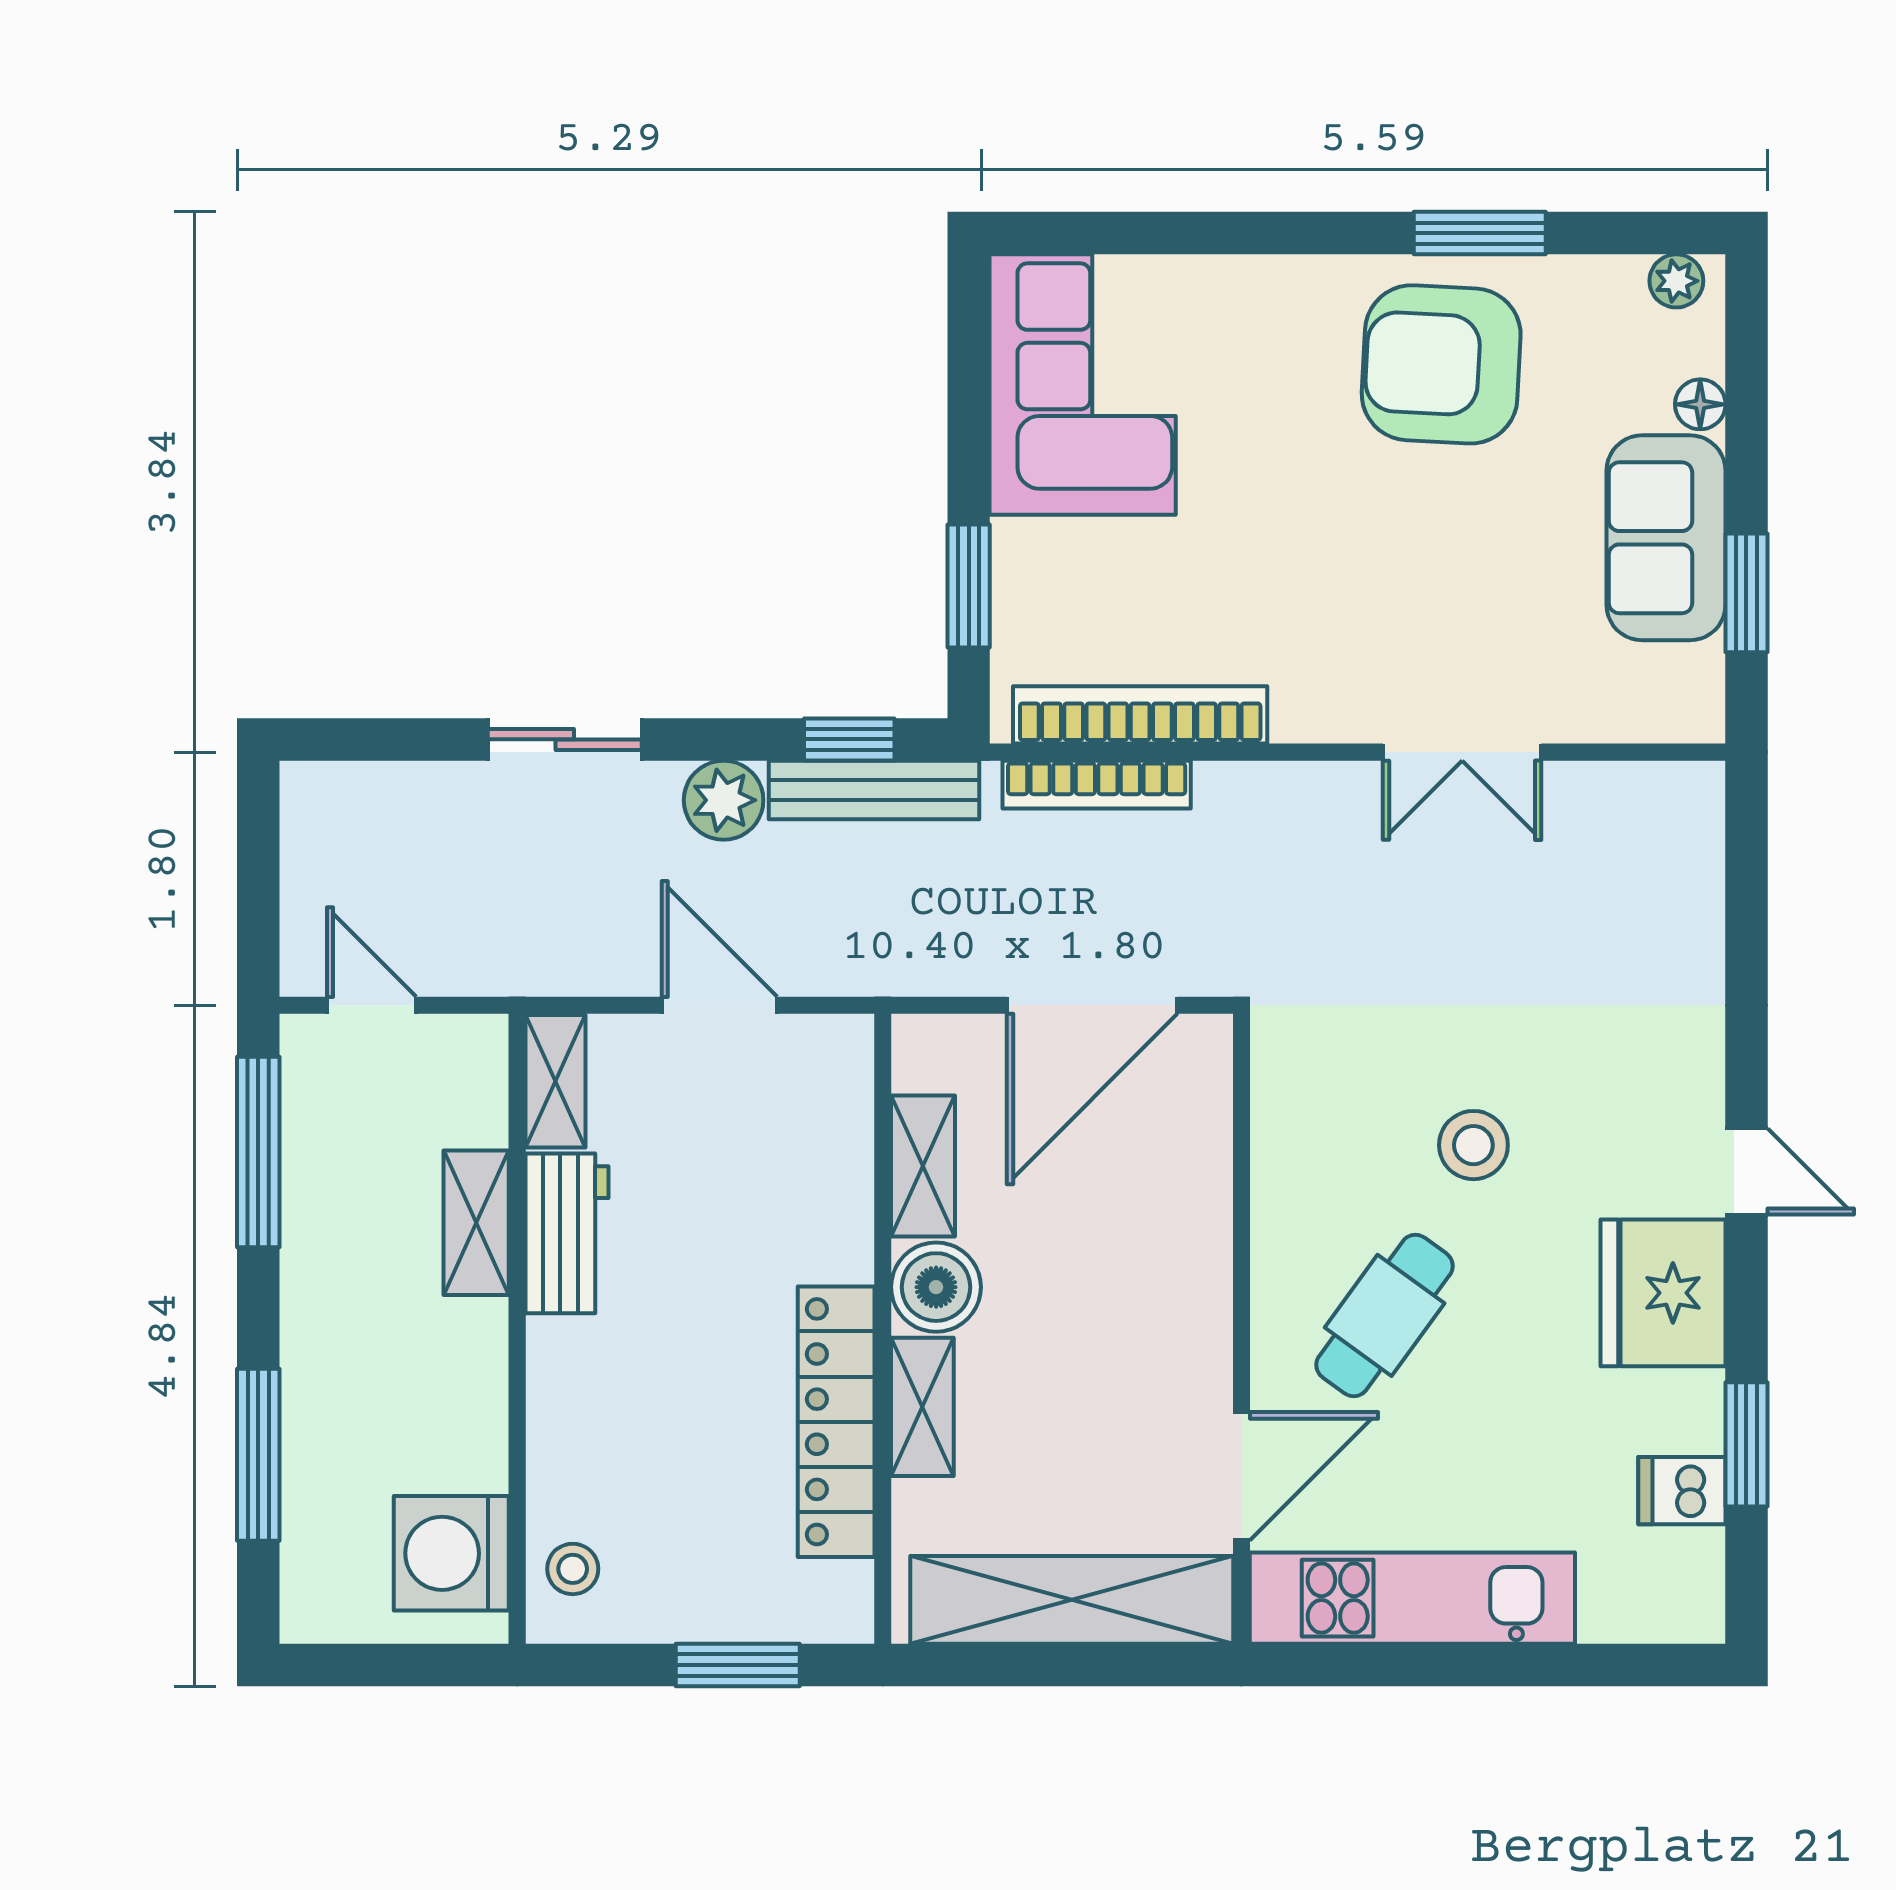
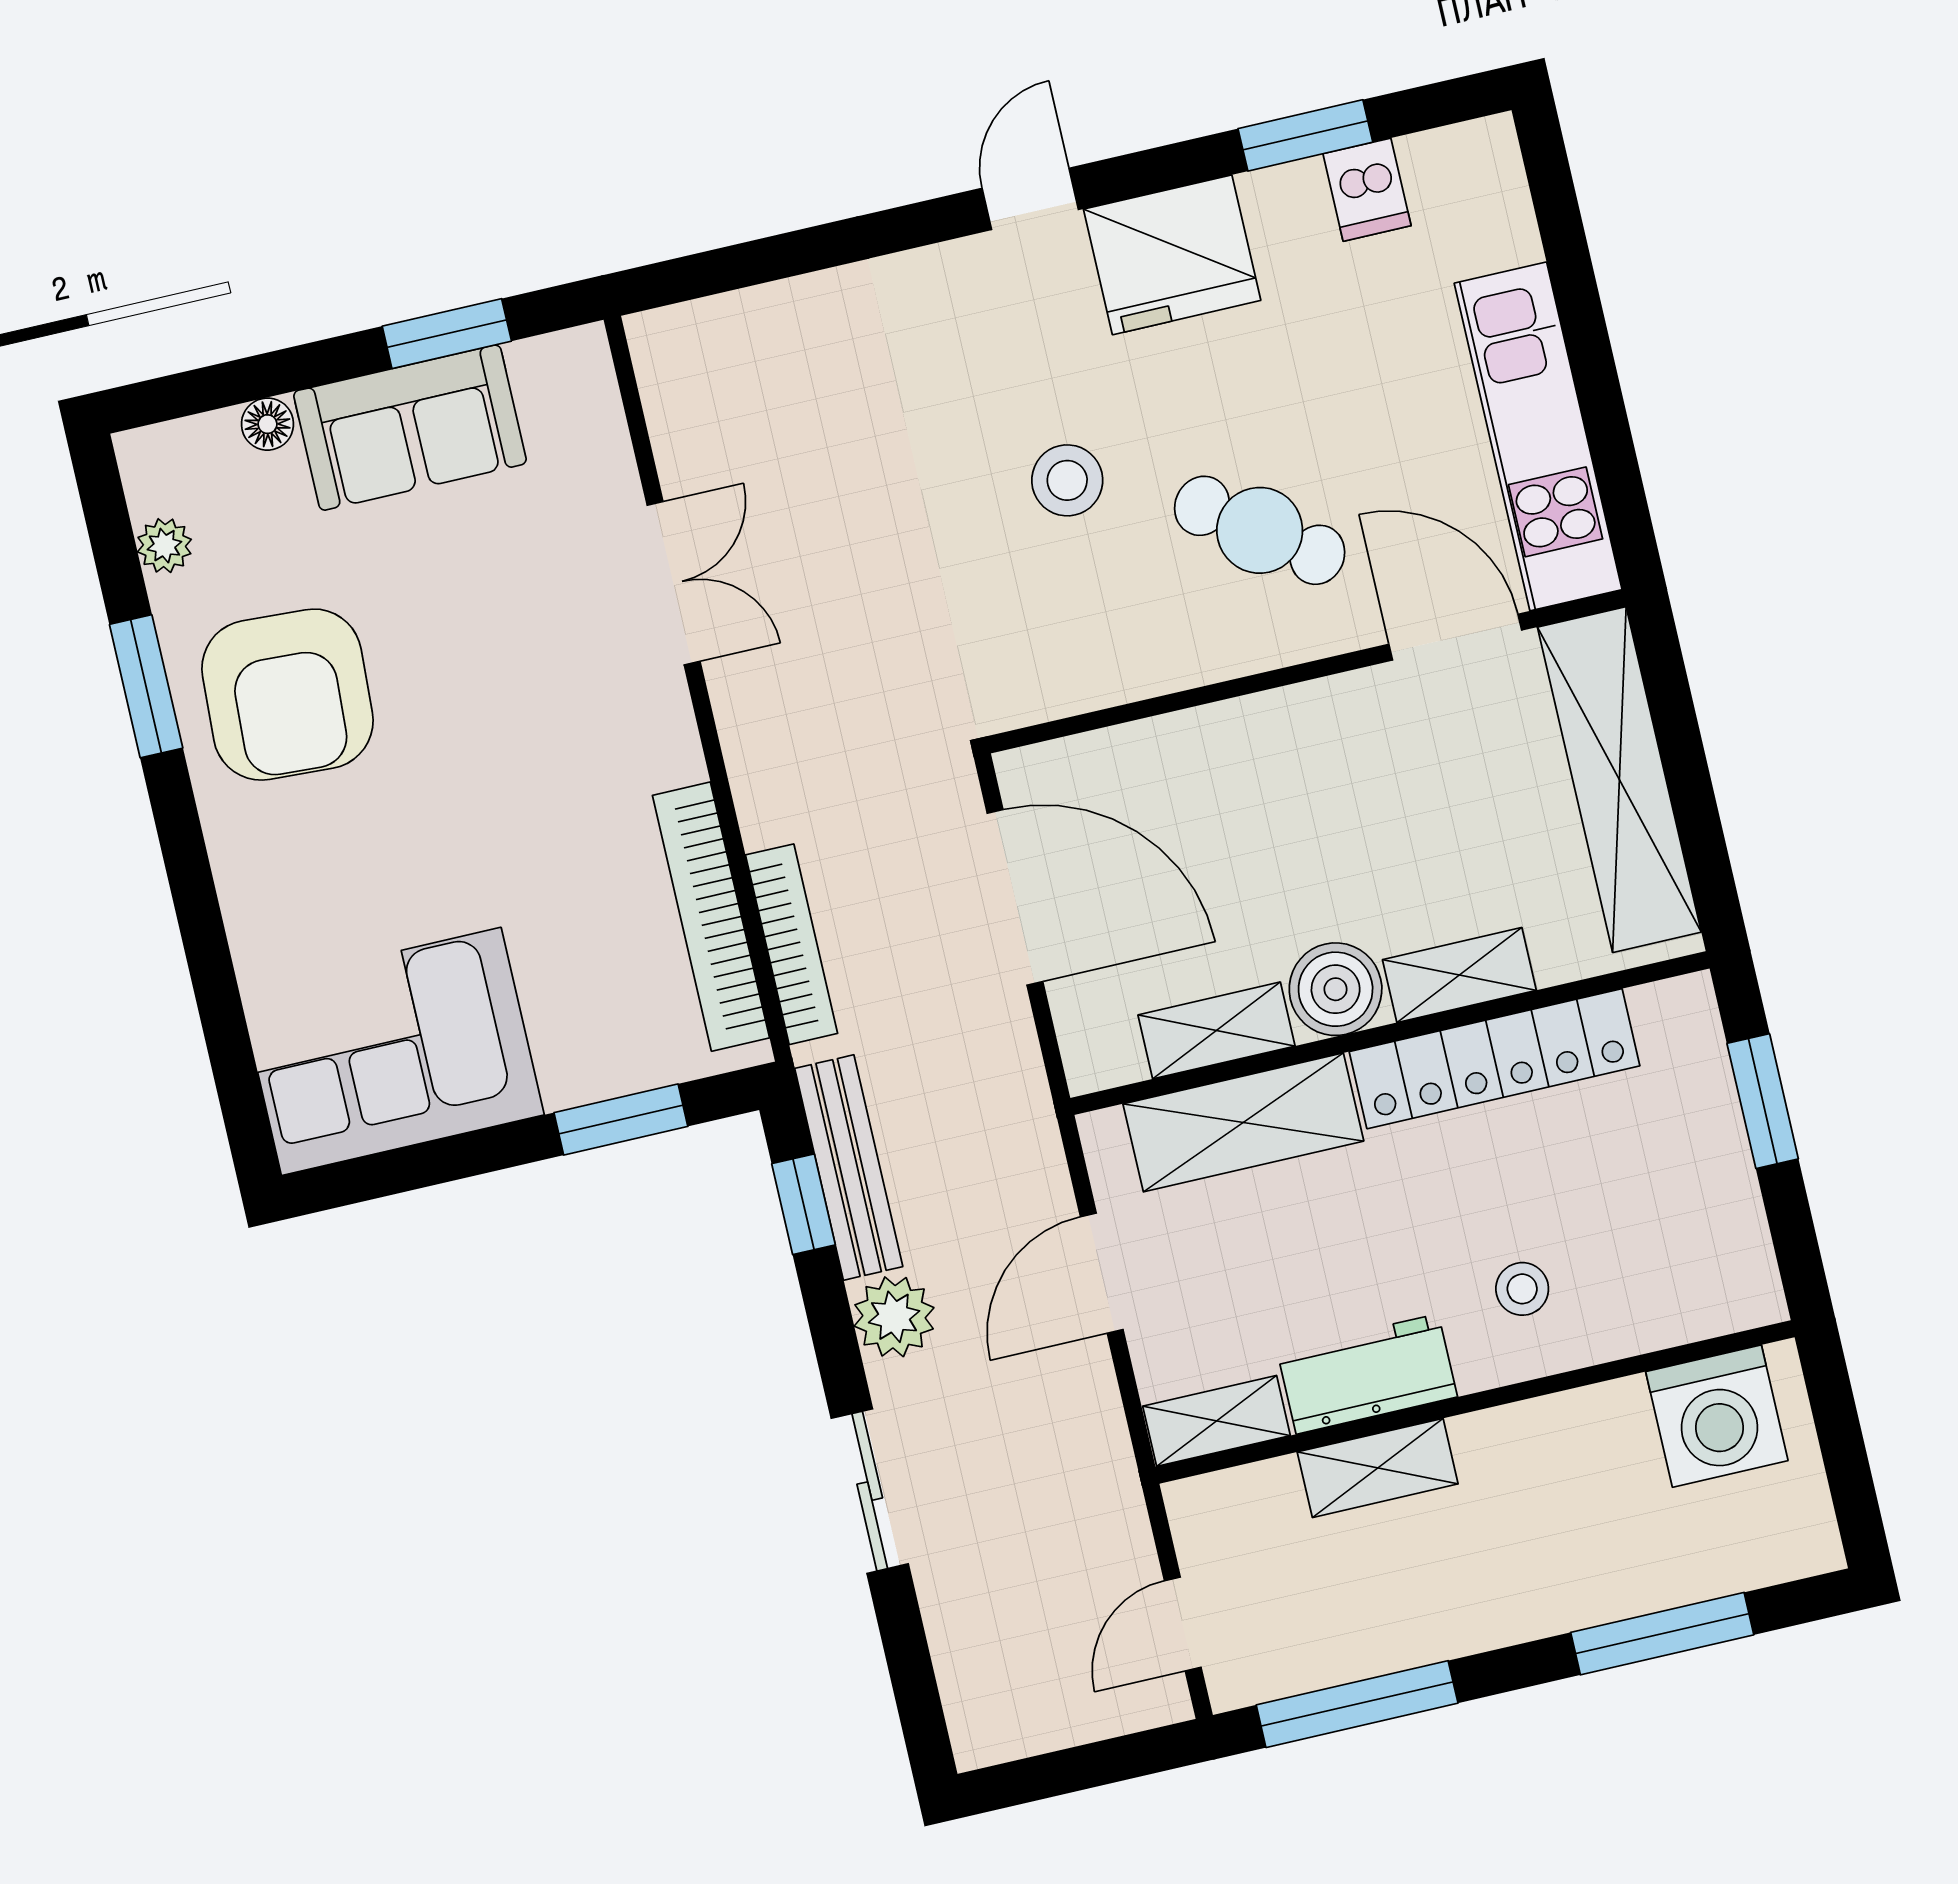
plant: (1676, 281) -> (164, 546), moved
shelving: (831, 1171) -> (1243, 1122), added
stool: (573, 1569) -> (1522, 1289), moved

